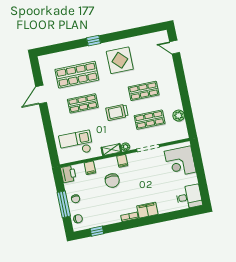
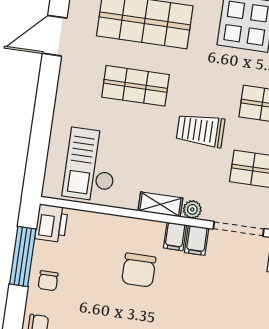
checkout: (76, 143) -> (91, 165), turned -90
filing cabinet: (90, 168) -> (197, 240), moved
window: (64, 204) -> (23, 256), moved

